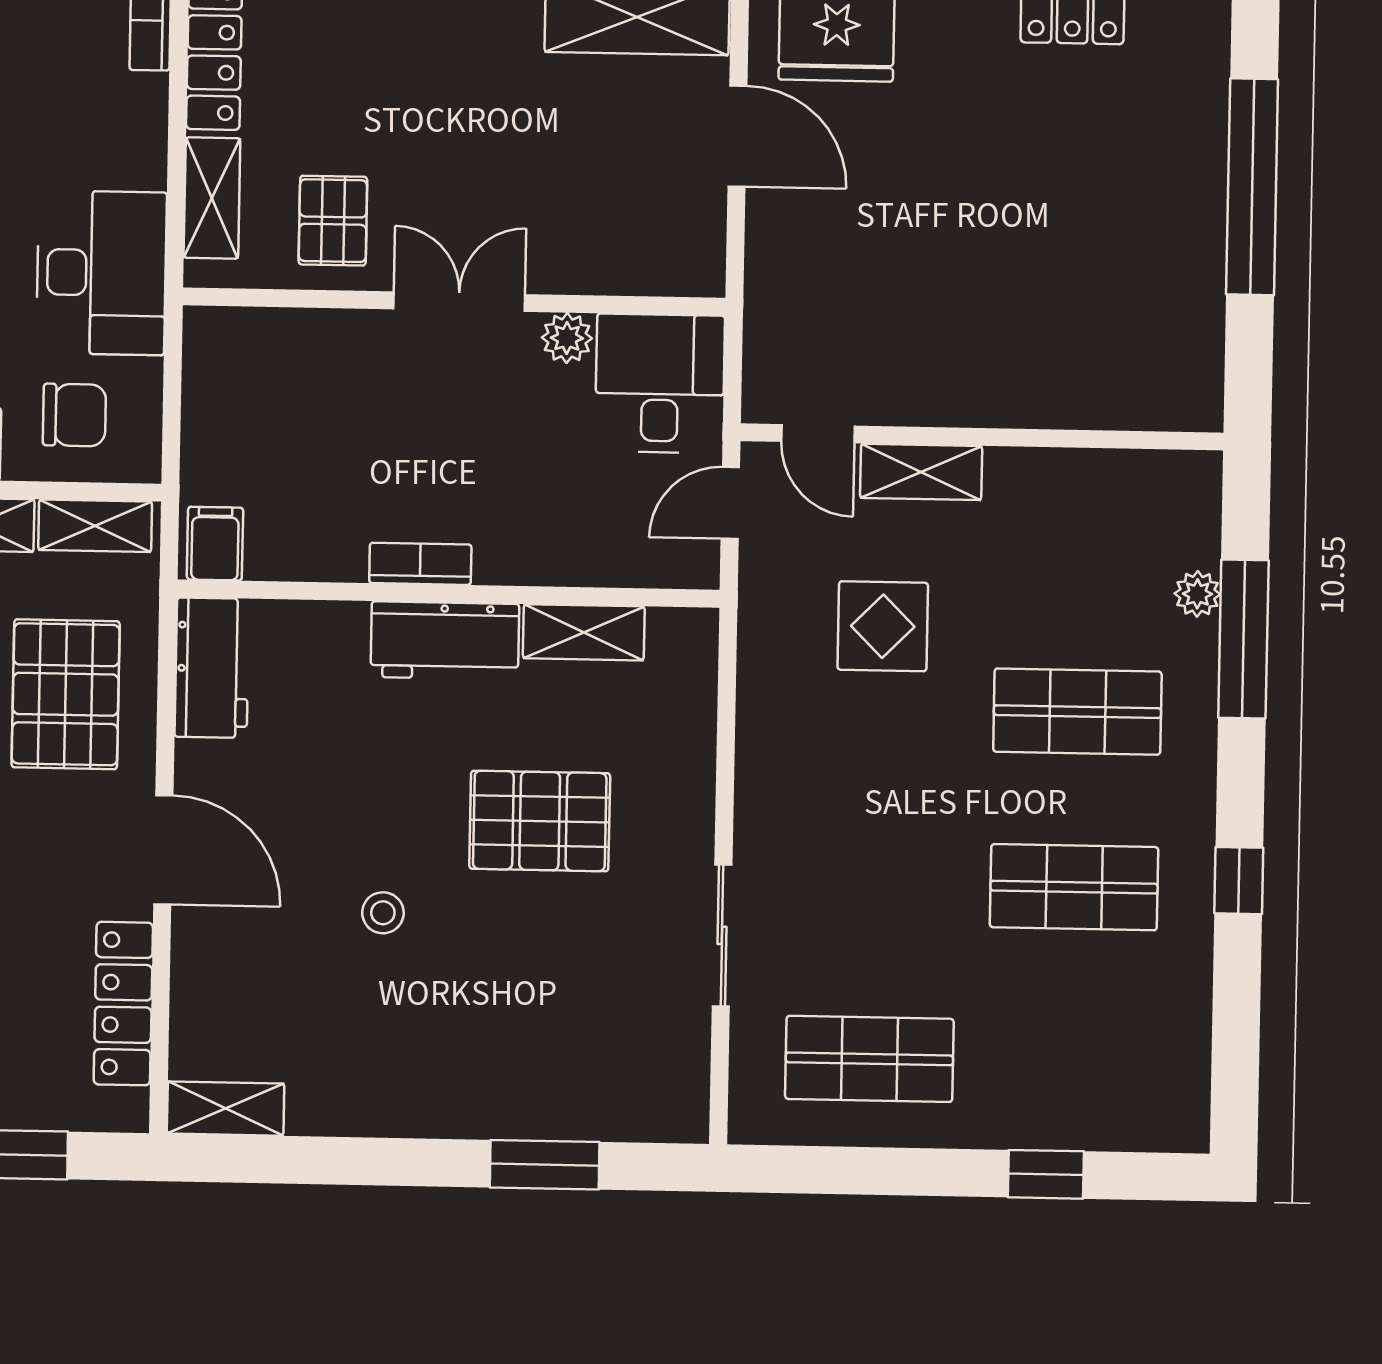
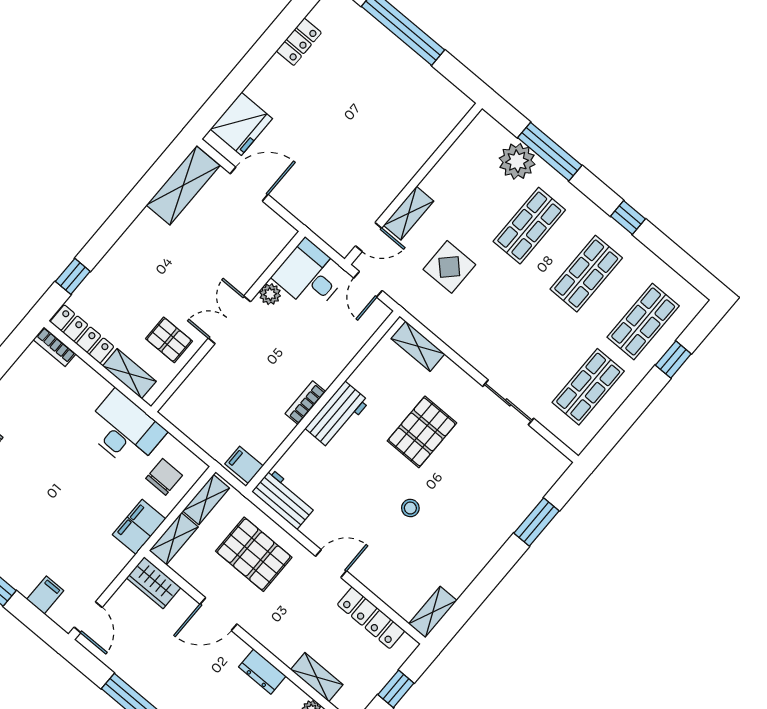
plant: (1197, 594) -> (517, 161), width x1.88, depth x1.88
shelving: (584, 632) -> (418, 346), moved, turned 90
door: (163, 850) -> (331, 564), width x0.73
shop shelf: (1071, 1063) -> (643, 322), added

